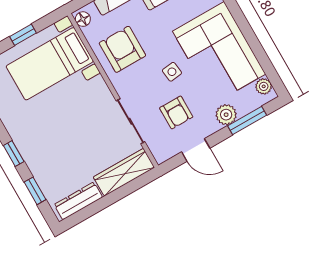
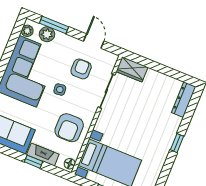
plant: (226, 115) -> (47, 34), moved
wardrobe: (124, 172) -> (132, 69), width x0.67
window: (35, 191) -> (189, 114), removed
dresser: (78, 201) -> (184, 100), moved, turned 90

